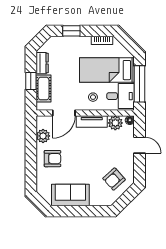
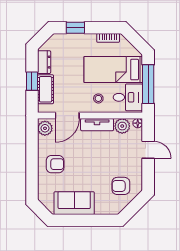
plant: (43, 136) -> (45, 128), moved
armchair: (114, 179) -> (121, 186), turned 42

